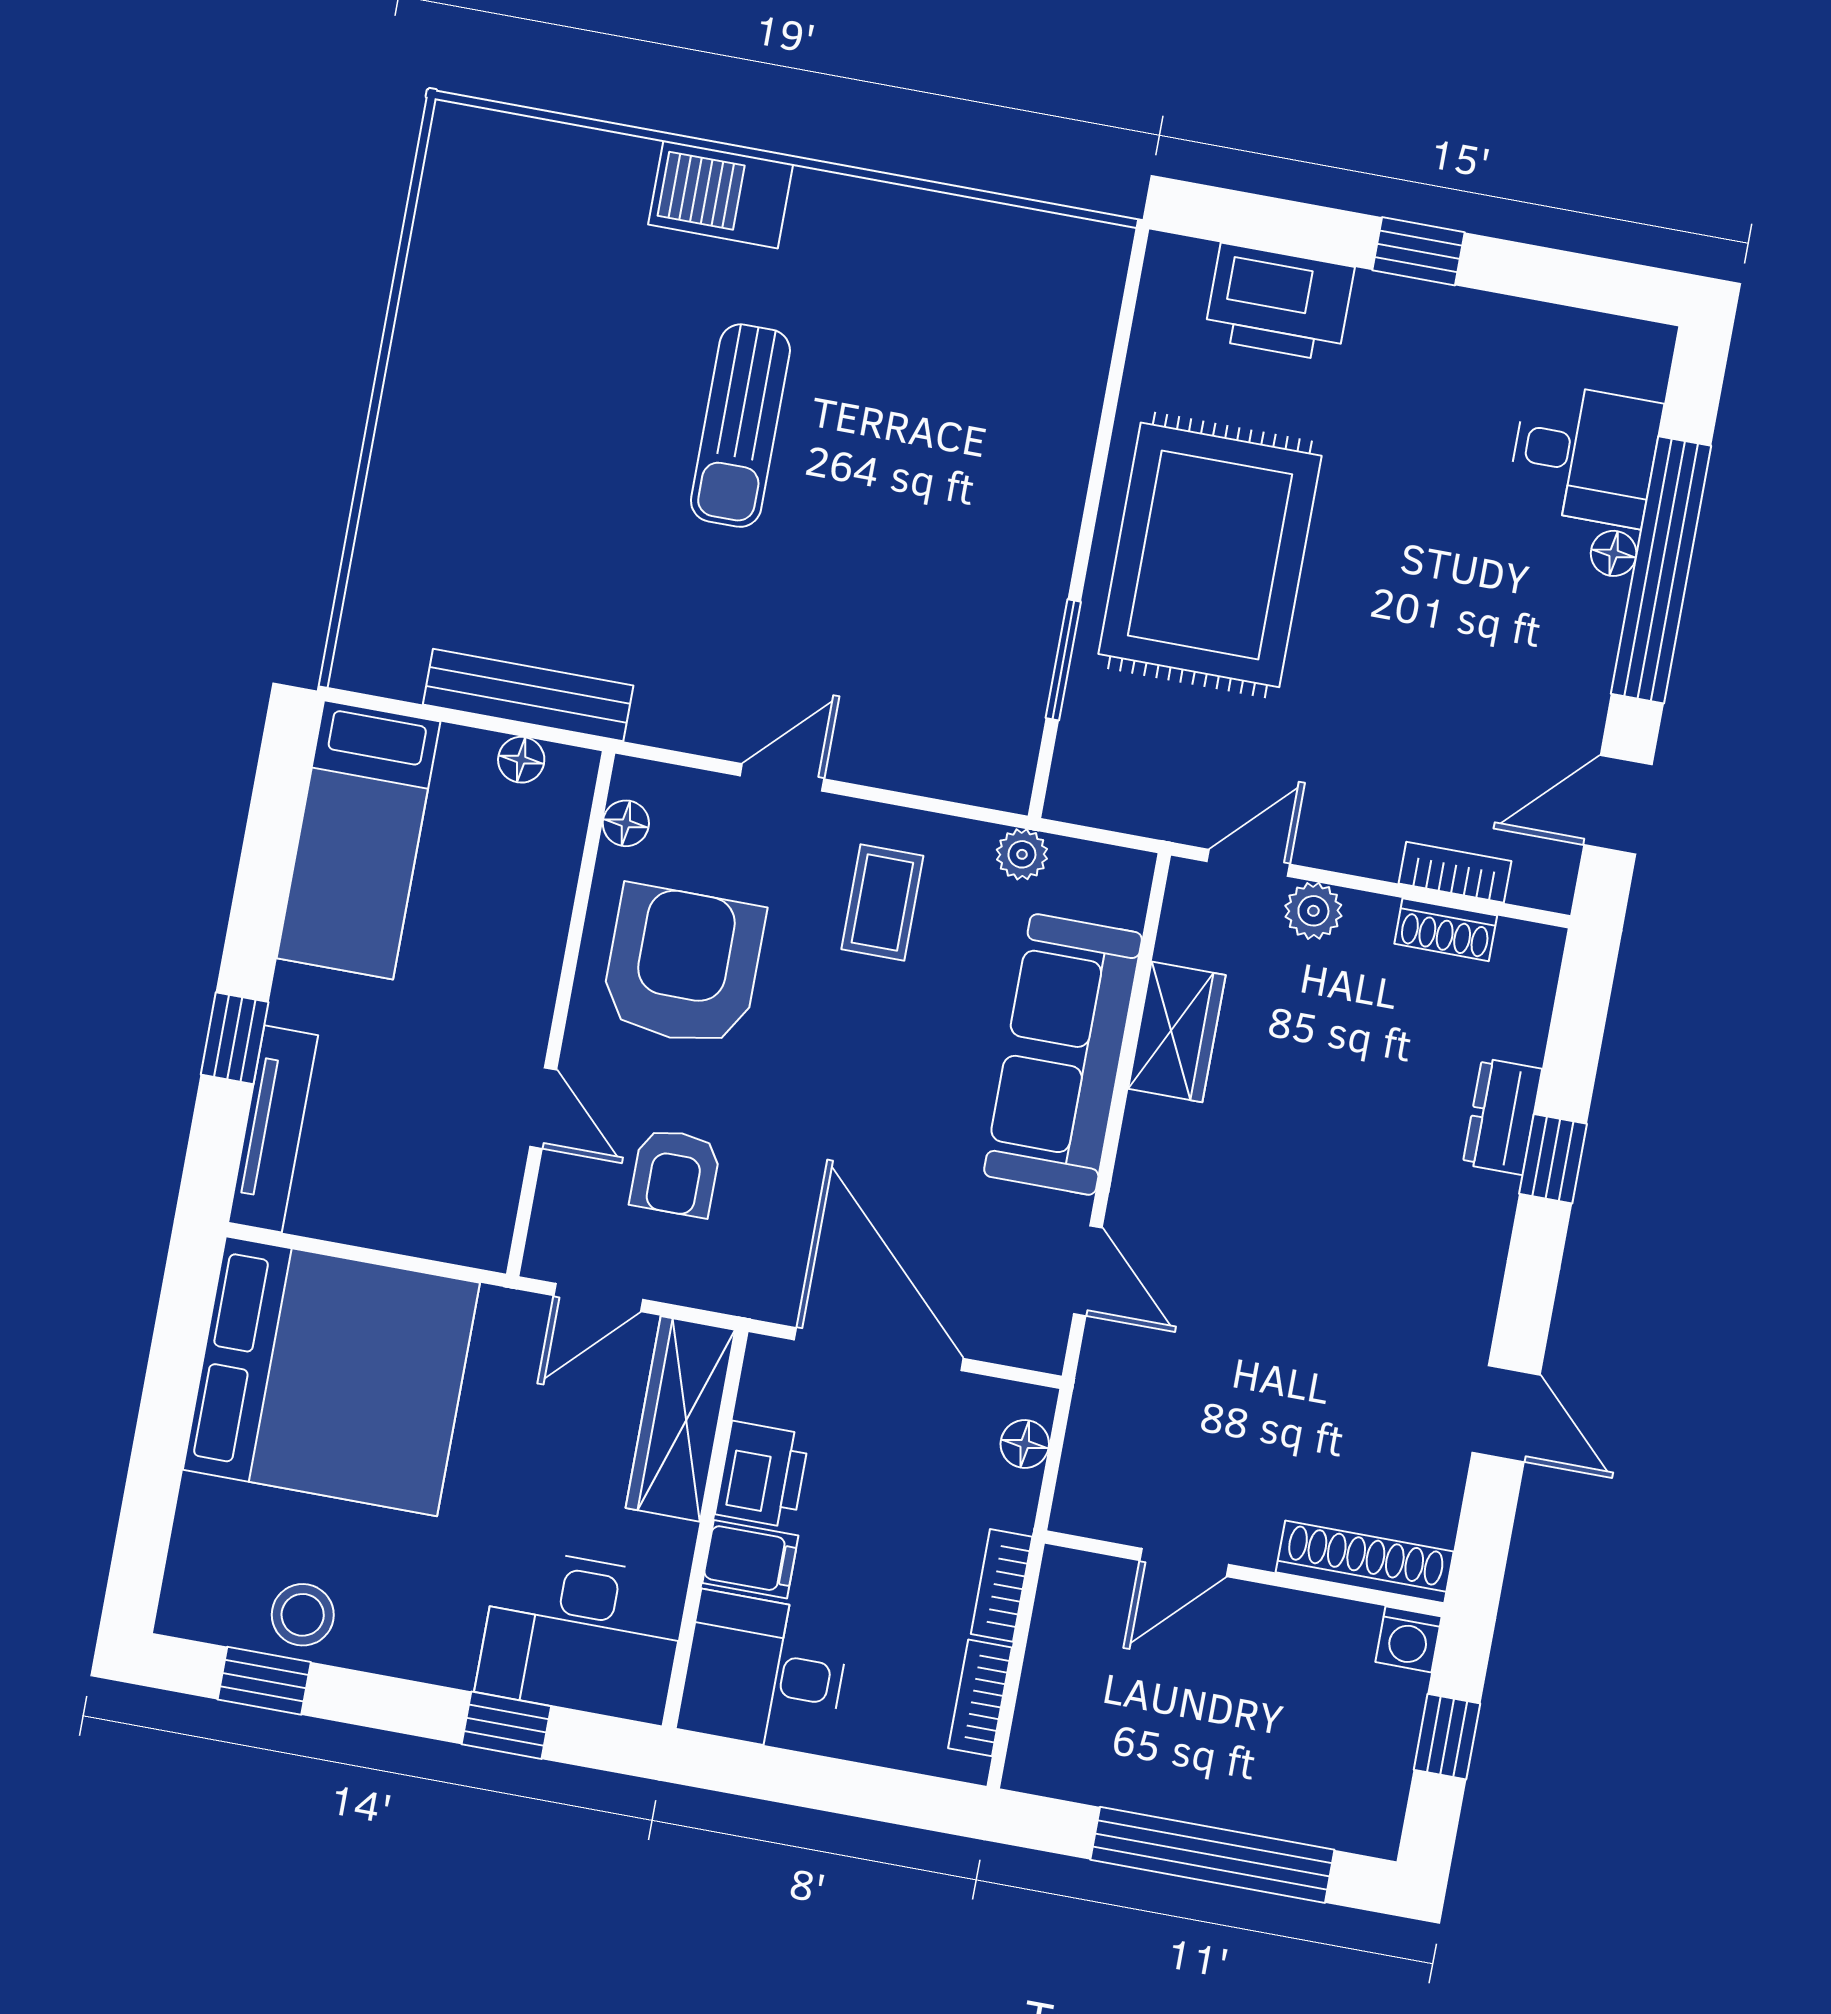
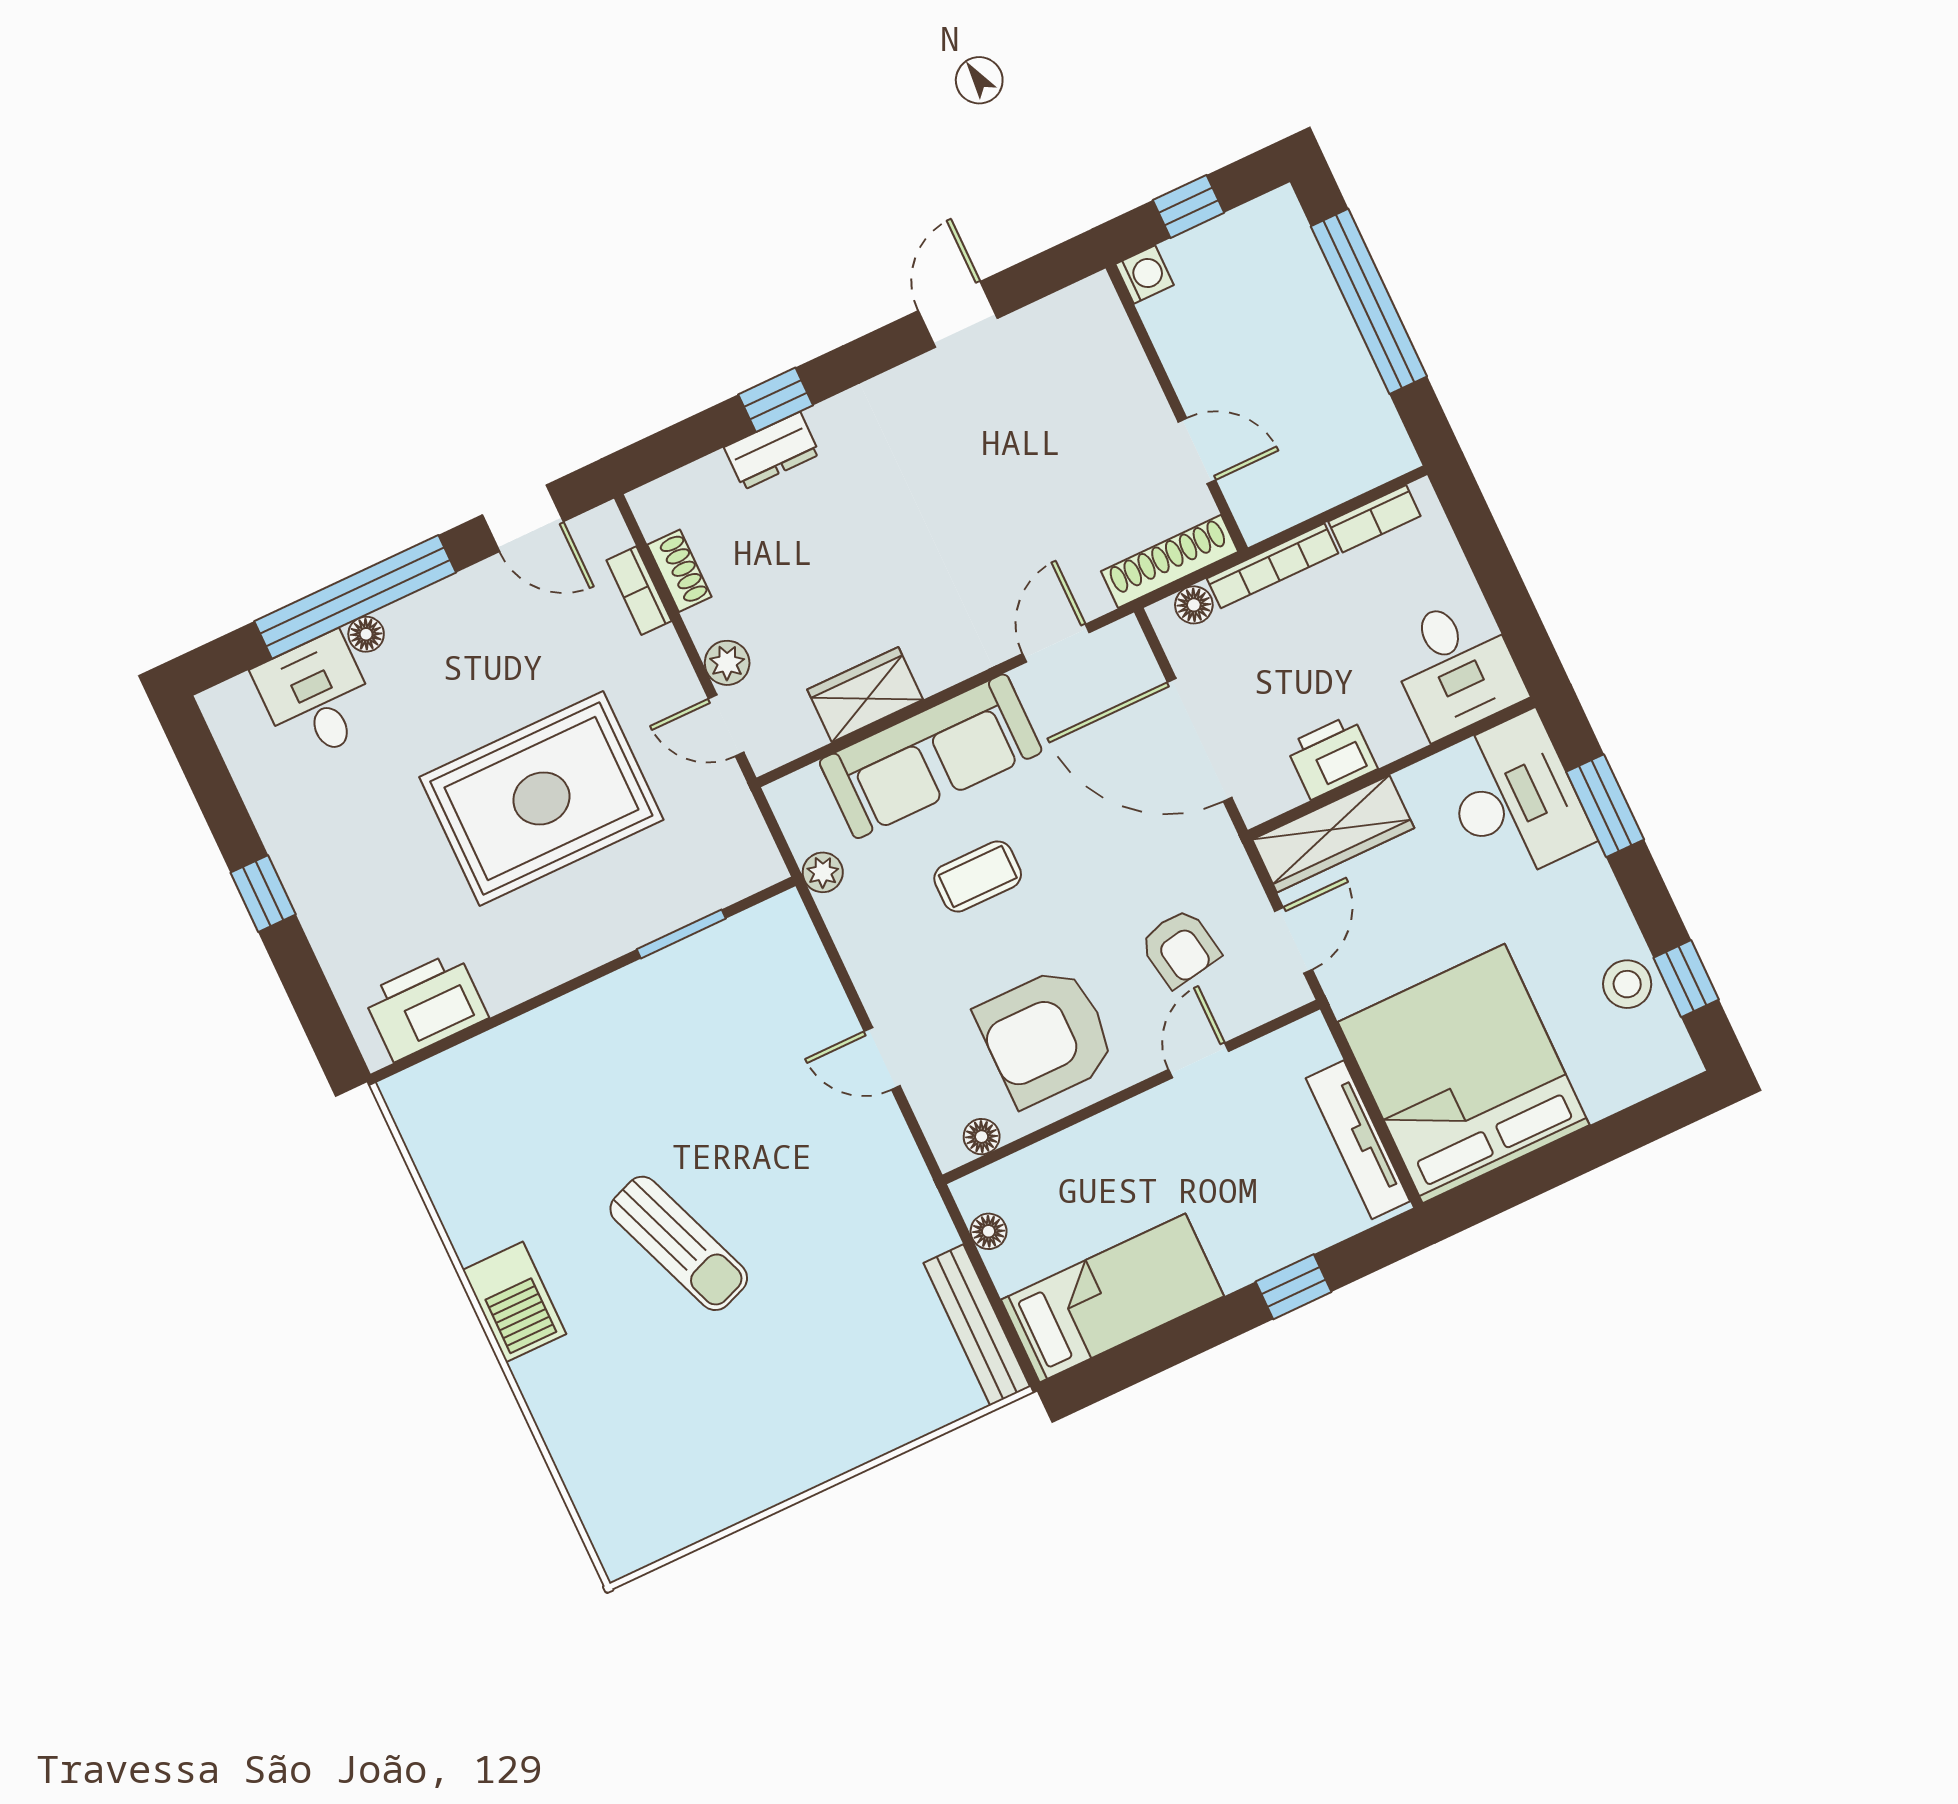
barbecue: (721, 194) -> (514, 1302), moved
printer: (1279, 303) -> (426, 1006), moved, turned -90
sun lounger: (740, 426) -> (679, 1243), turned 69
rug: (1210, 555) -> (541, 798), moved
bench: (528, 695) -> (977, 1325), moved
coffee table: (882, 903) -> (978, 876), moved
tv unit: (273, 1129) -> (1358, 1140), moved, turned -90
armchair: (675, 1173) -> (1180, 948), turned 80
door: (598, 1298) -> (1294, 940), hinge flipped
door: (879, 1349) -> (1200, 740), hinge flipped
filing cabinet: (750, 1559) -> (1390, 726), removed
shoe rack: (1365, 1562) -> (1170, 561), moved, turned 90
bookcase: (1002, 1585) -> (1273, 566), width x1.56
window: (506, 1725) -> (1605, 806), width x1.50

